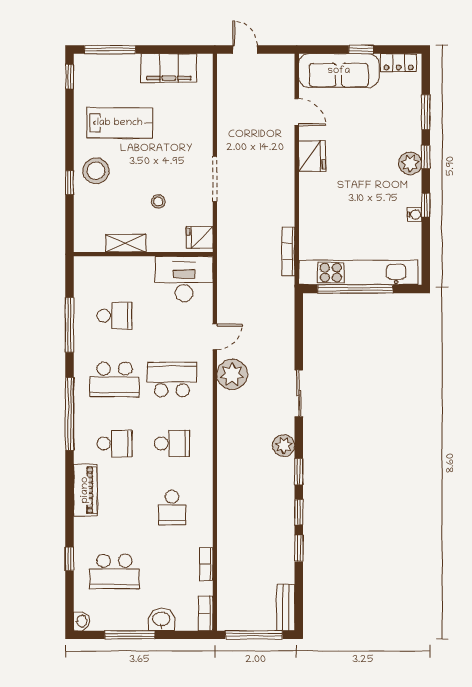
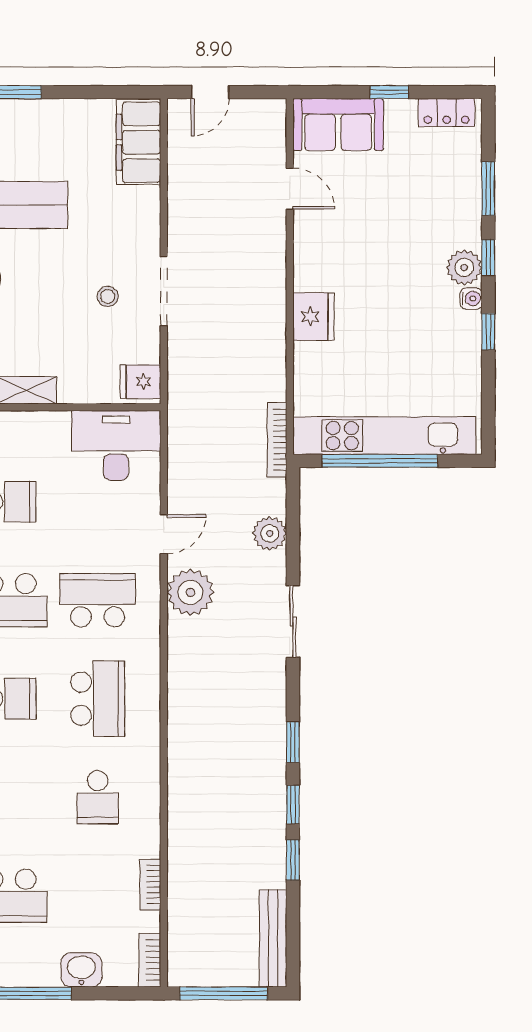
door: (245, 49) -> (210, 92), swing flipped
filing cabinet: (169, 68) -> (138, 142), moved, turned 90
sofa: (339, 71) -> (338, 125), width x0.73
fridge: (312, 156) -> (314, 317), moved
stool: (158, 201) -> (108, 296), moved
water cooler: (415, 214) -> (471, 298), moved
bookcase: (288, 251) -> (277, 440), moved
school desk: (172, 443) -> (98, 699), width x1.85
plant: (284, 445) -> (270, 533), moved
bench: (286, 608) -> (273, 938), width x1.36

